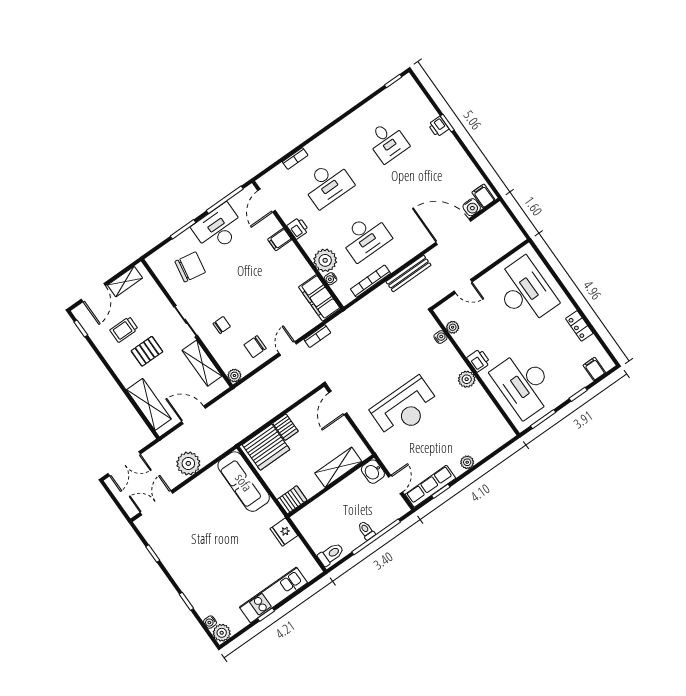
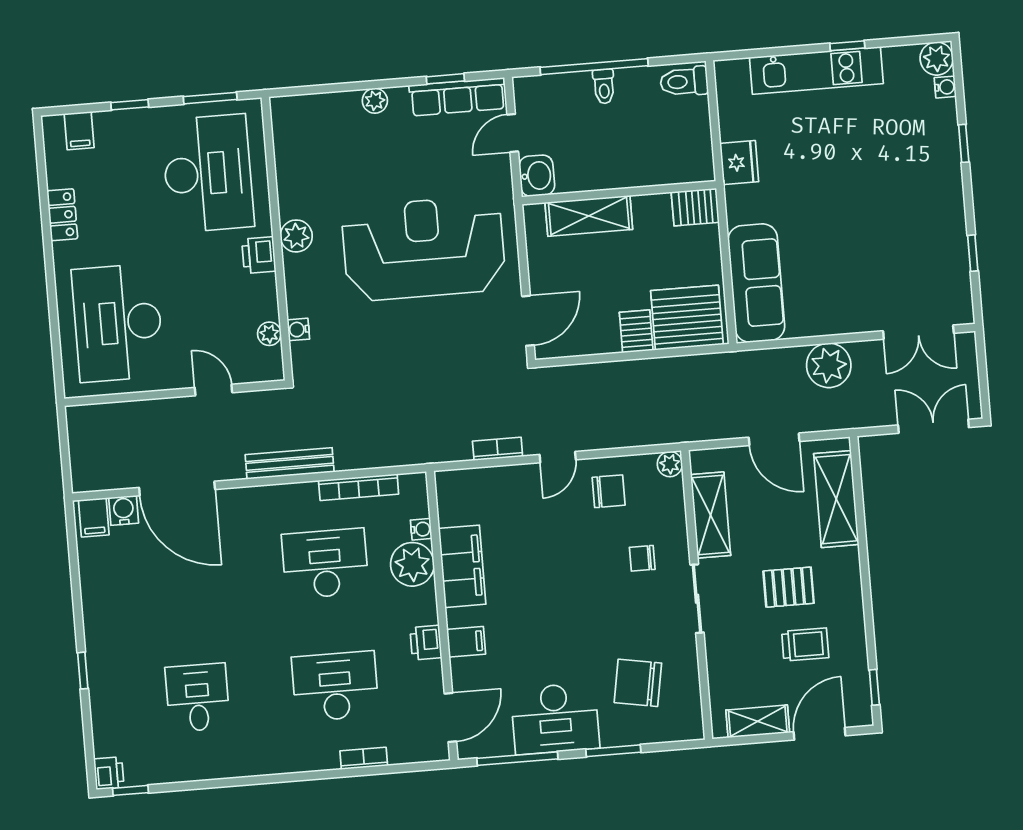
printer: (438, 127) -> (109, 773), moved
filing cabinet: (319, 298) -> (462, 566), moved
reception desk: (405, 408) -> (424, 248), width x1.36, depth x1.30

